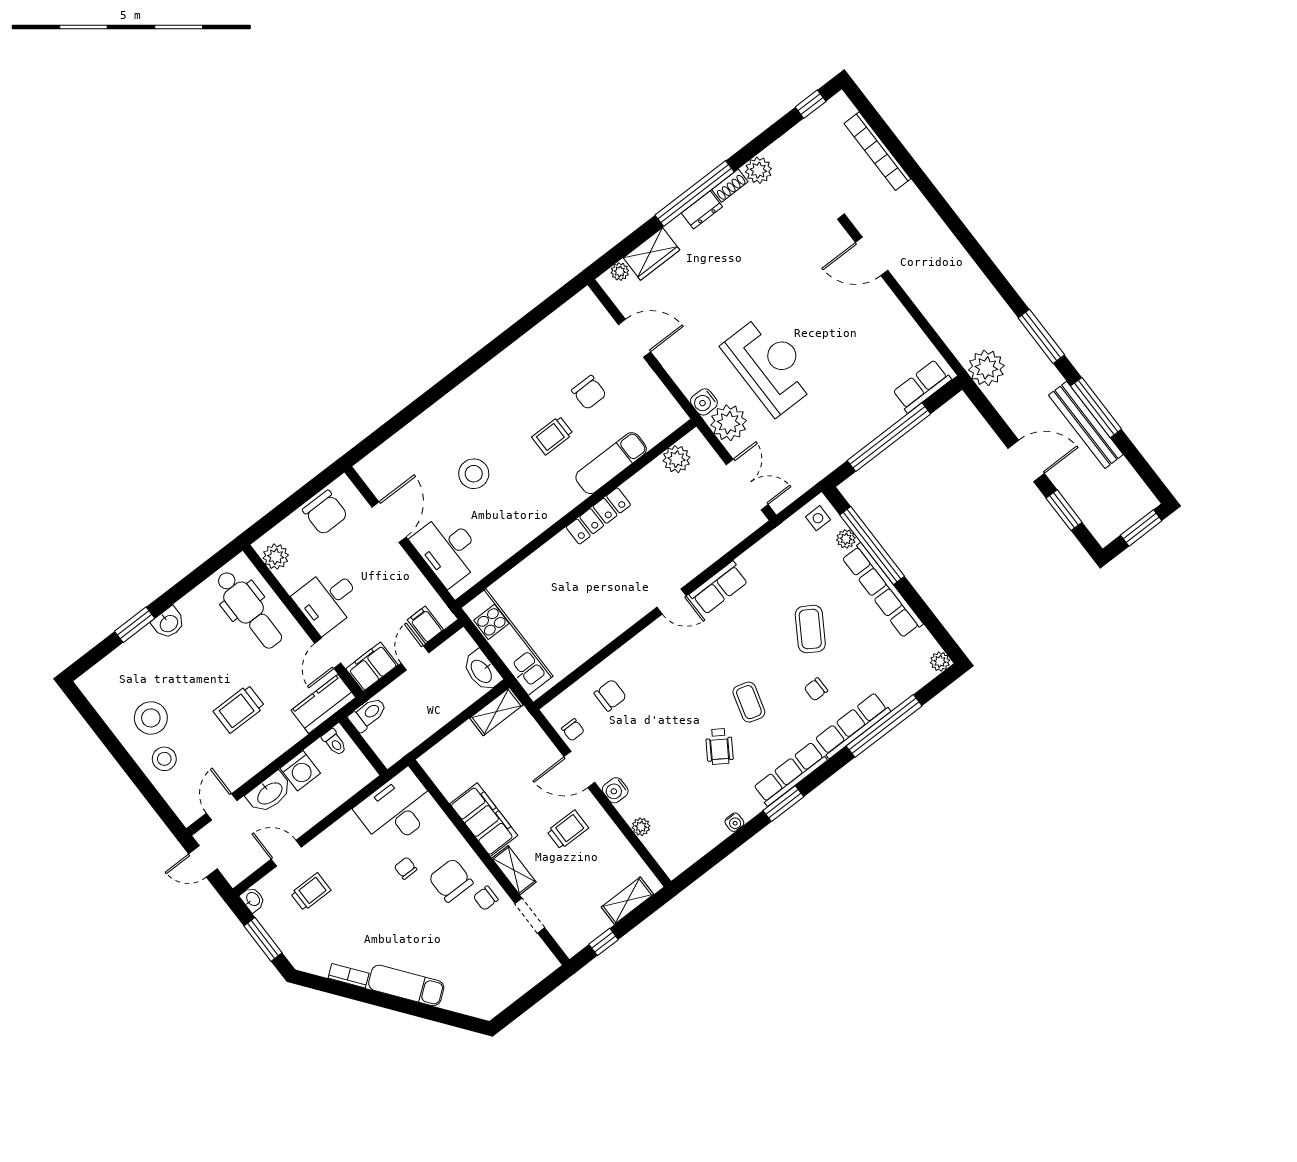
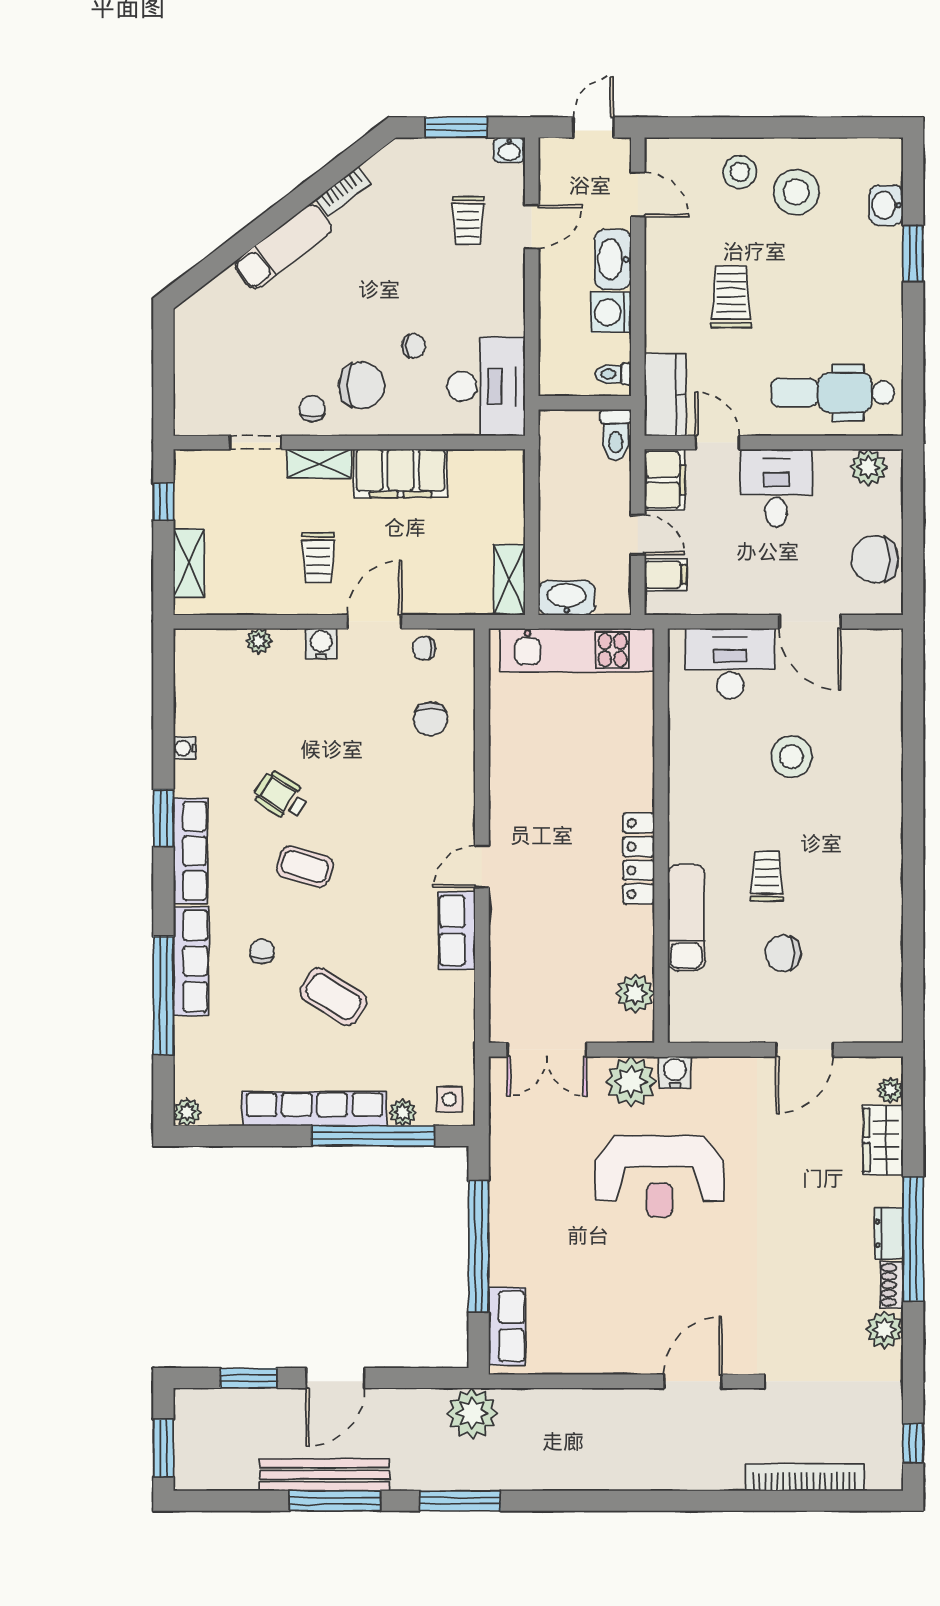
washbasin: (169, 623) -> (886, 205), moved

